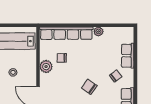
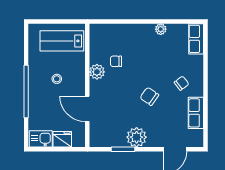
row of seats: (66, 33) -> (122, 31), removed
row of seats: (128, 56) -> (196, 39), moved

